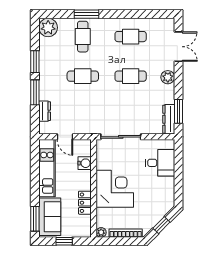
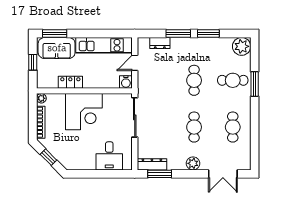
water cooler: (85, 163) -> (126, 82), moved

